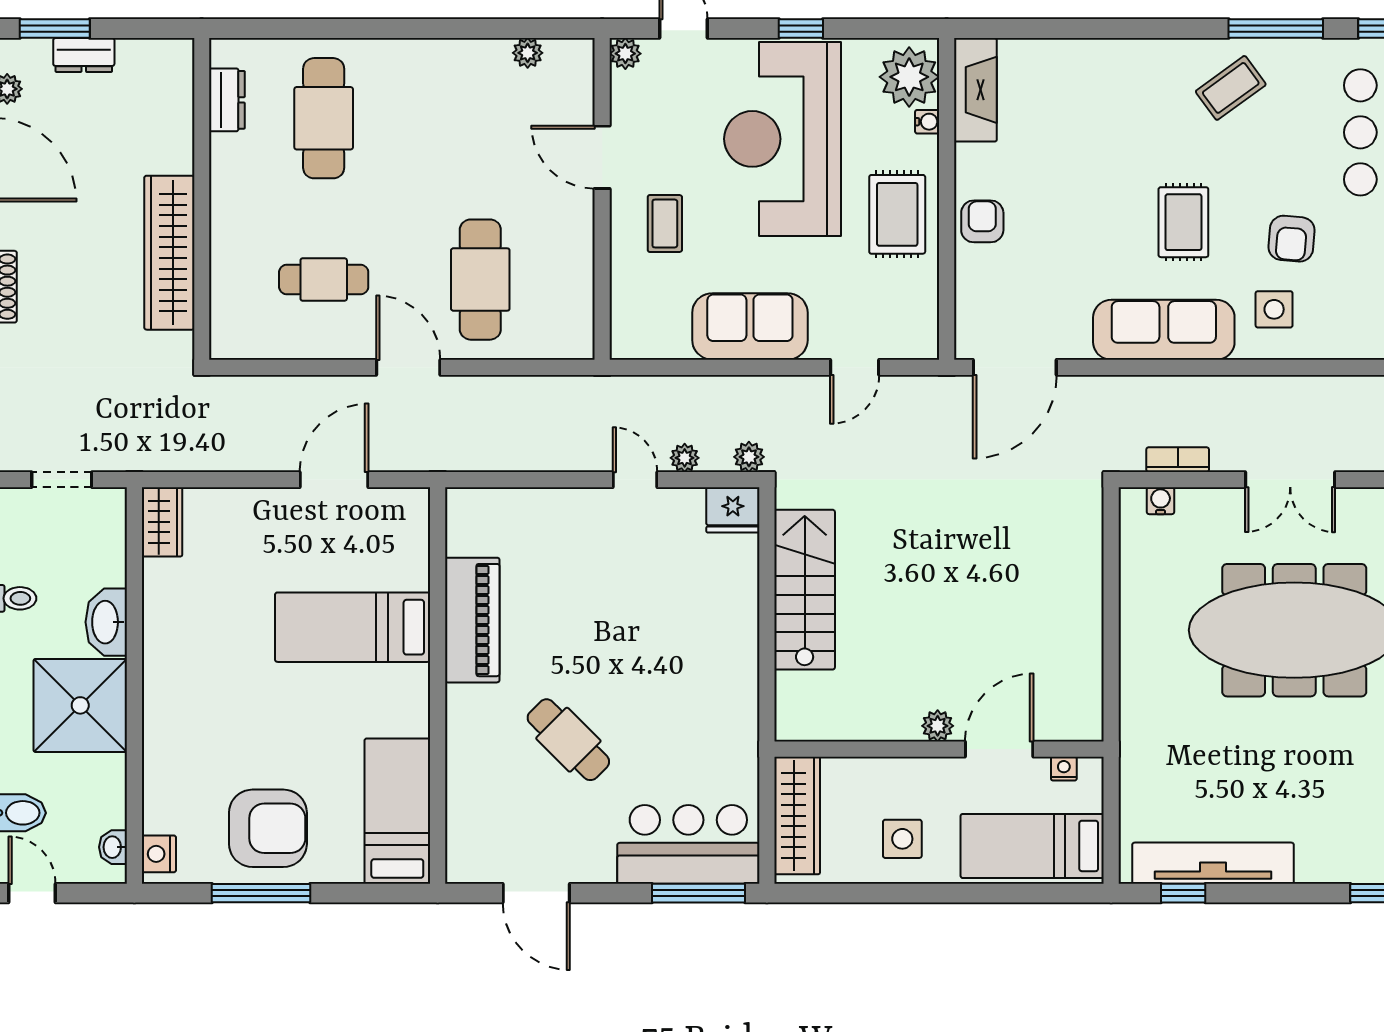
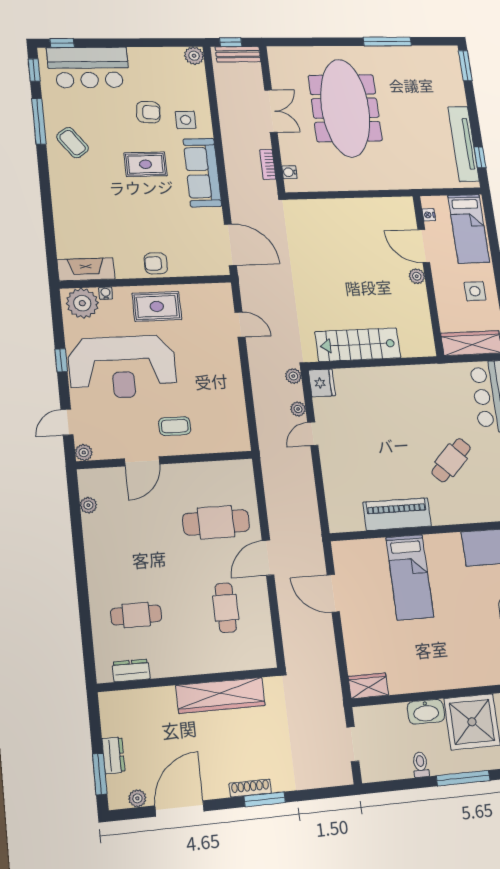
cafe table: (324, 118) -> (136, 615), width x0.73, depth x0.74
sofa: (750, 326) -> (225, 379), removed

